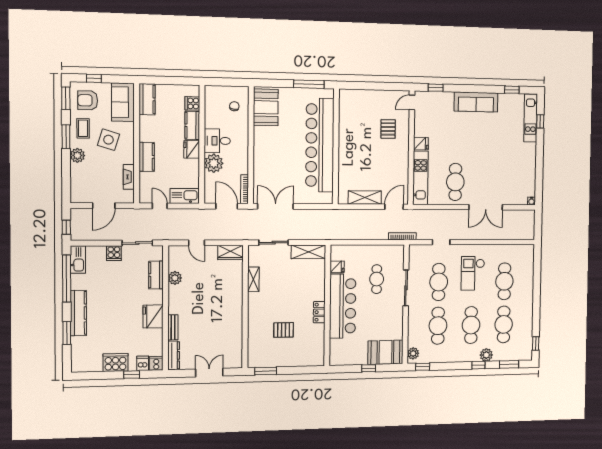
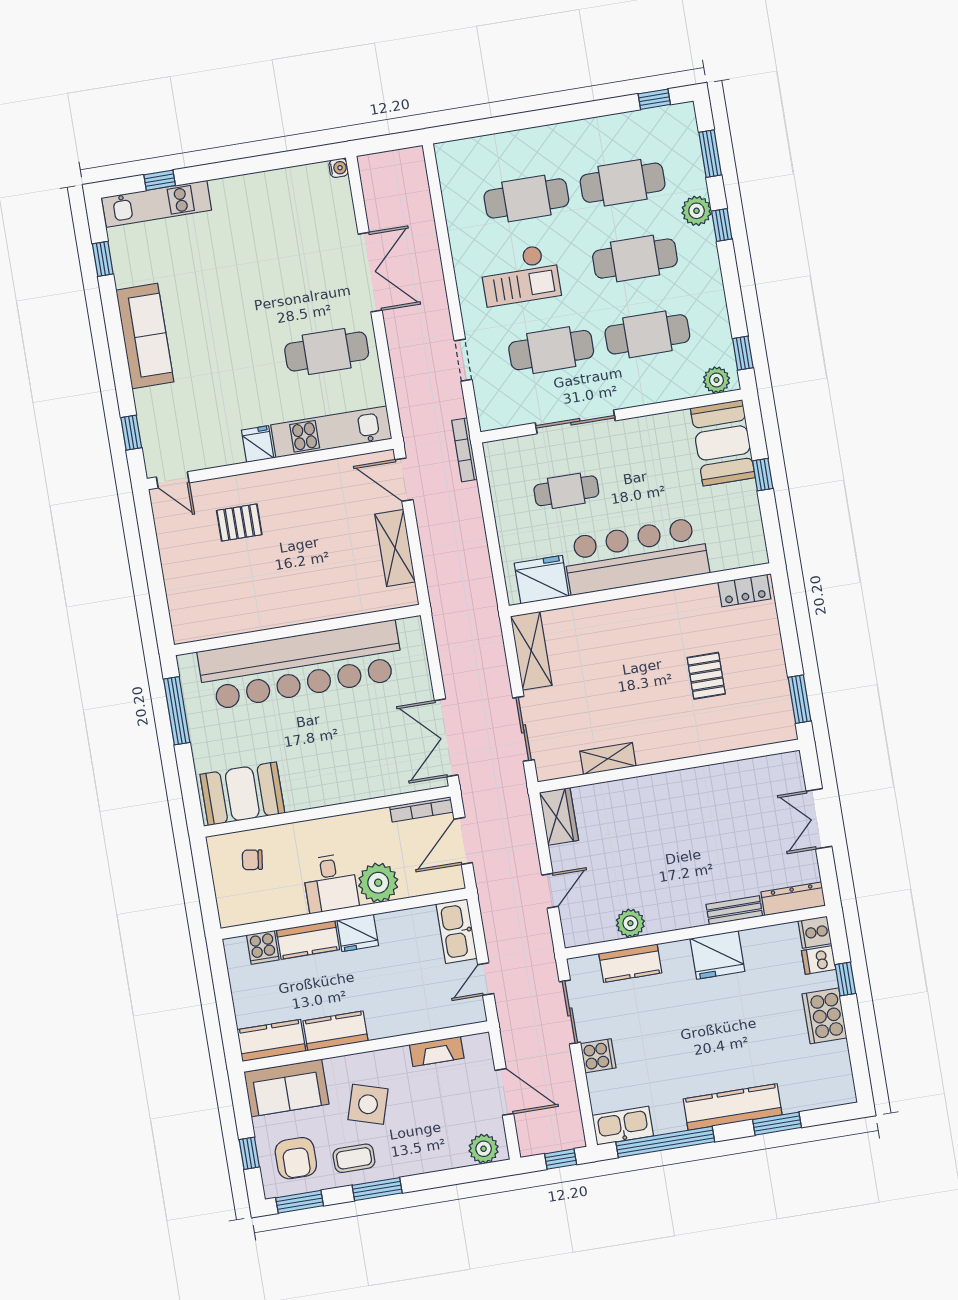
plant: (77, 155) -> (484, 1149), moved
kitchen counter: (147, 157) -> (335, 1031), moved
fridge: (337, 267) -> (542, 580), width x1.88, depth x1.34
locker: (319, 312) -> (744, 591), moved

